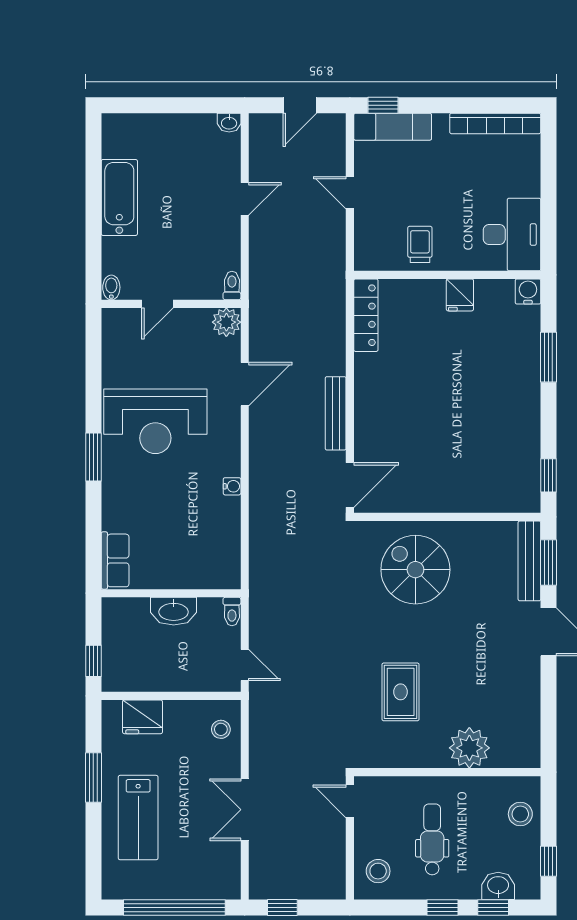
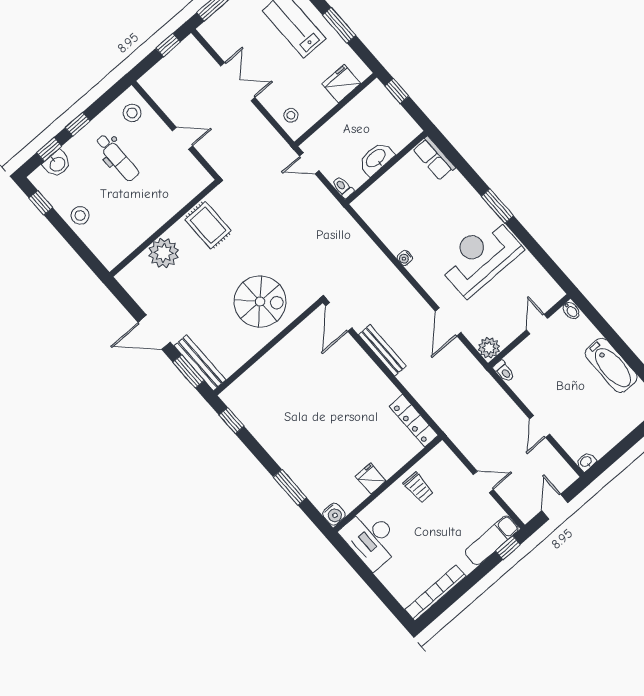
plant: (469, 748) -> (164, 253), moved
wall: (447, 772) -> (164, 228), moved

